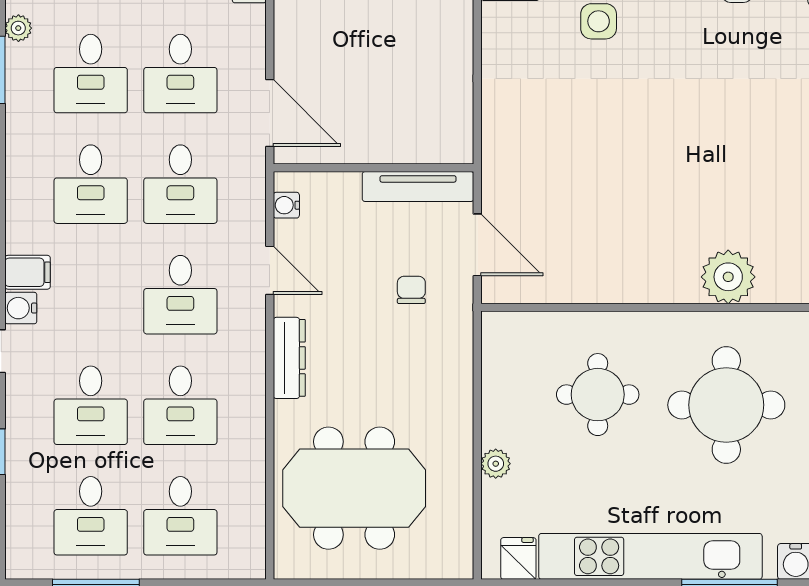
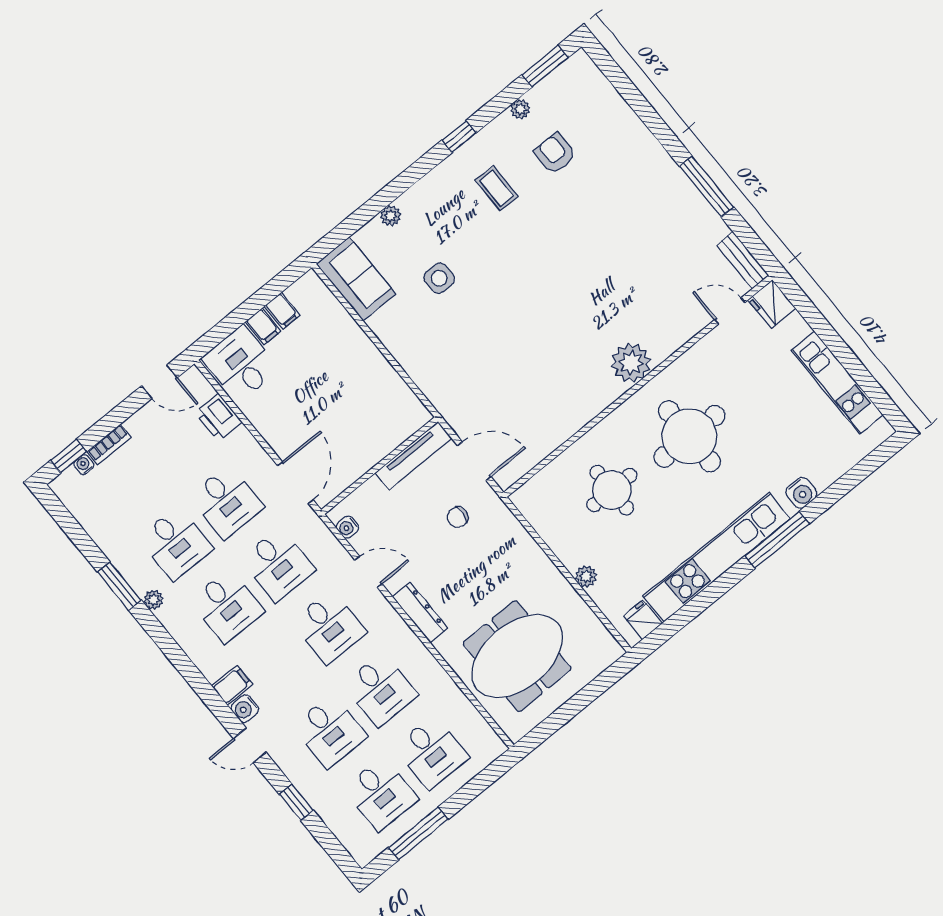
plant: (18, 28) -> (153, 600), moved
door: (270, 113) -> (295, 483), hinge flipped
chair: (411, 290) -> (458, 517), turned -86

